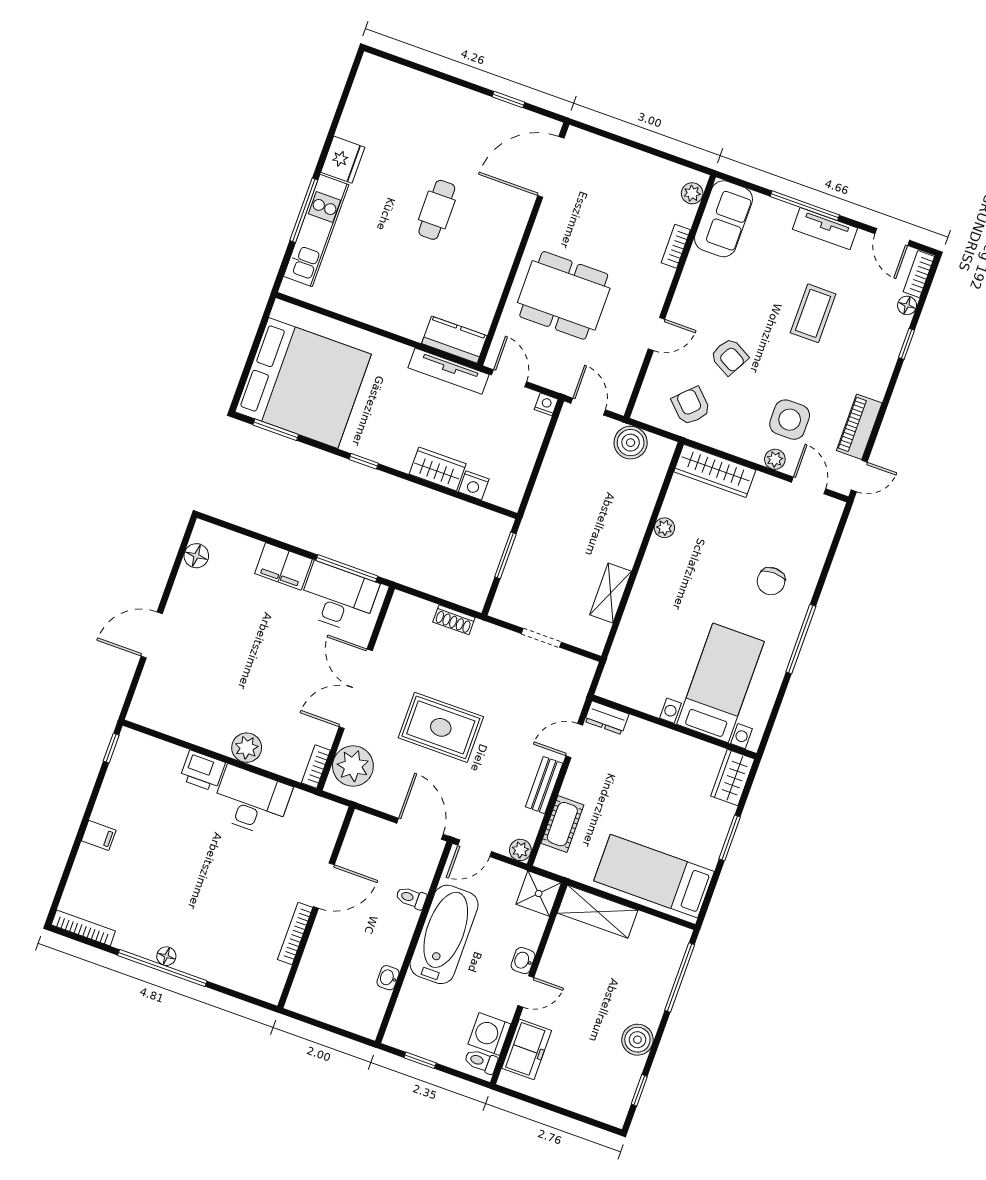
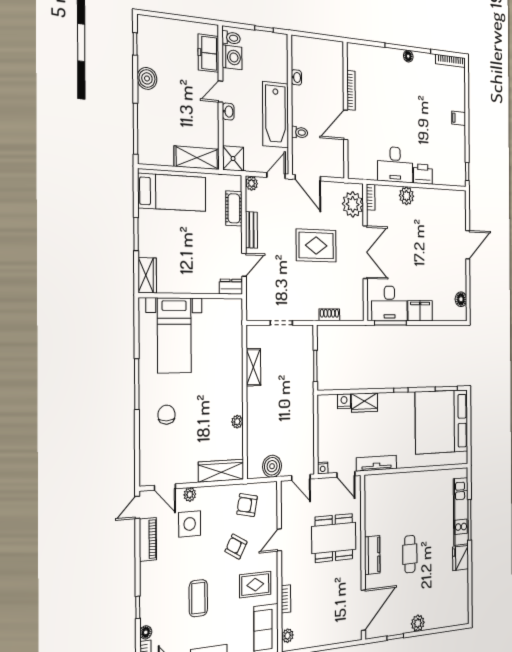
plant: (460, 100) -> (418, 623), added
rug: (718, 290) -> (255, 585), added
kitchen counter: (454, 340) -> (372, 555), moved, turned -90
armchair: (691, 406) -> (247, 505), turned 146

